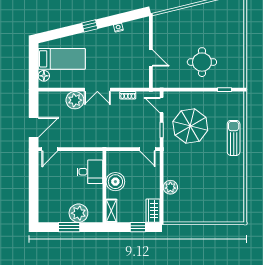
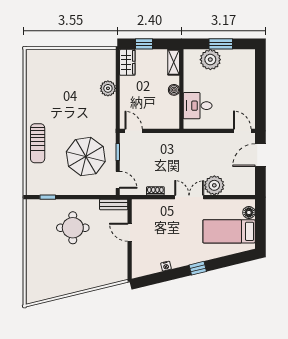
bench: (165, 83) -> (114, 204), added
door: (50, 149) -> (242, 131), hinge flipped
boiler: (115, 182) -> (174, 90), width x0.54, depth x0.54

